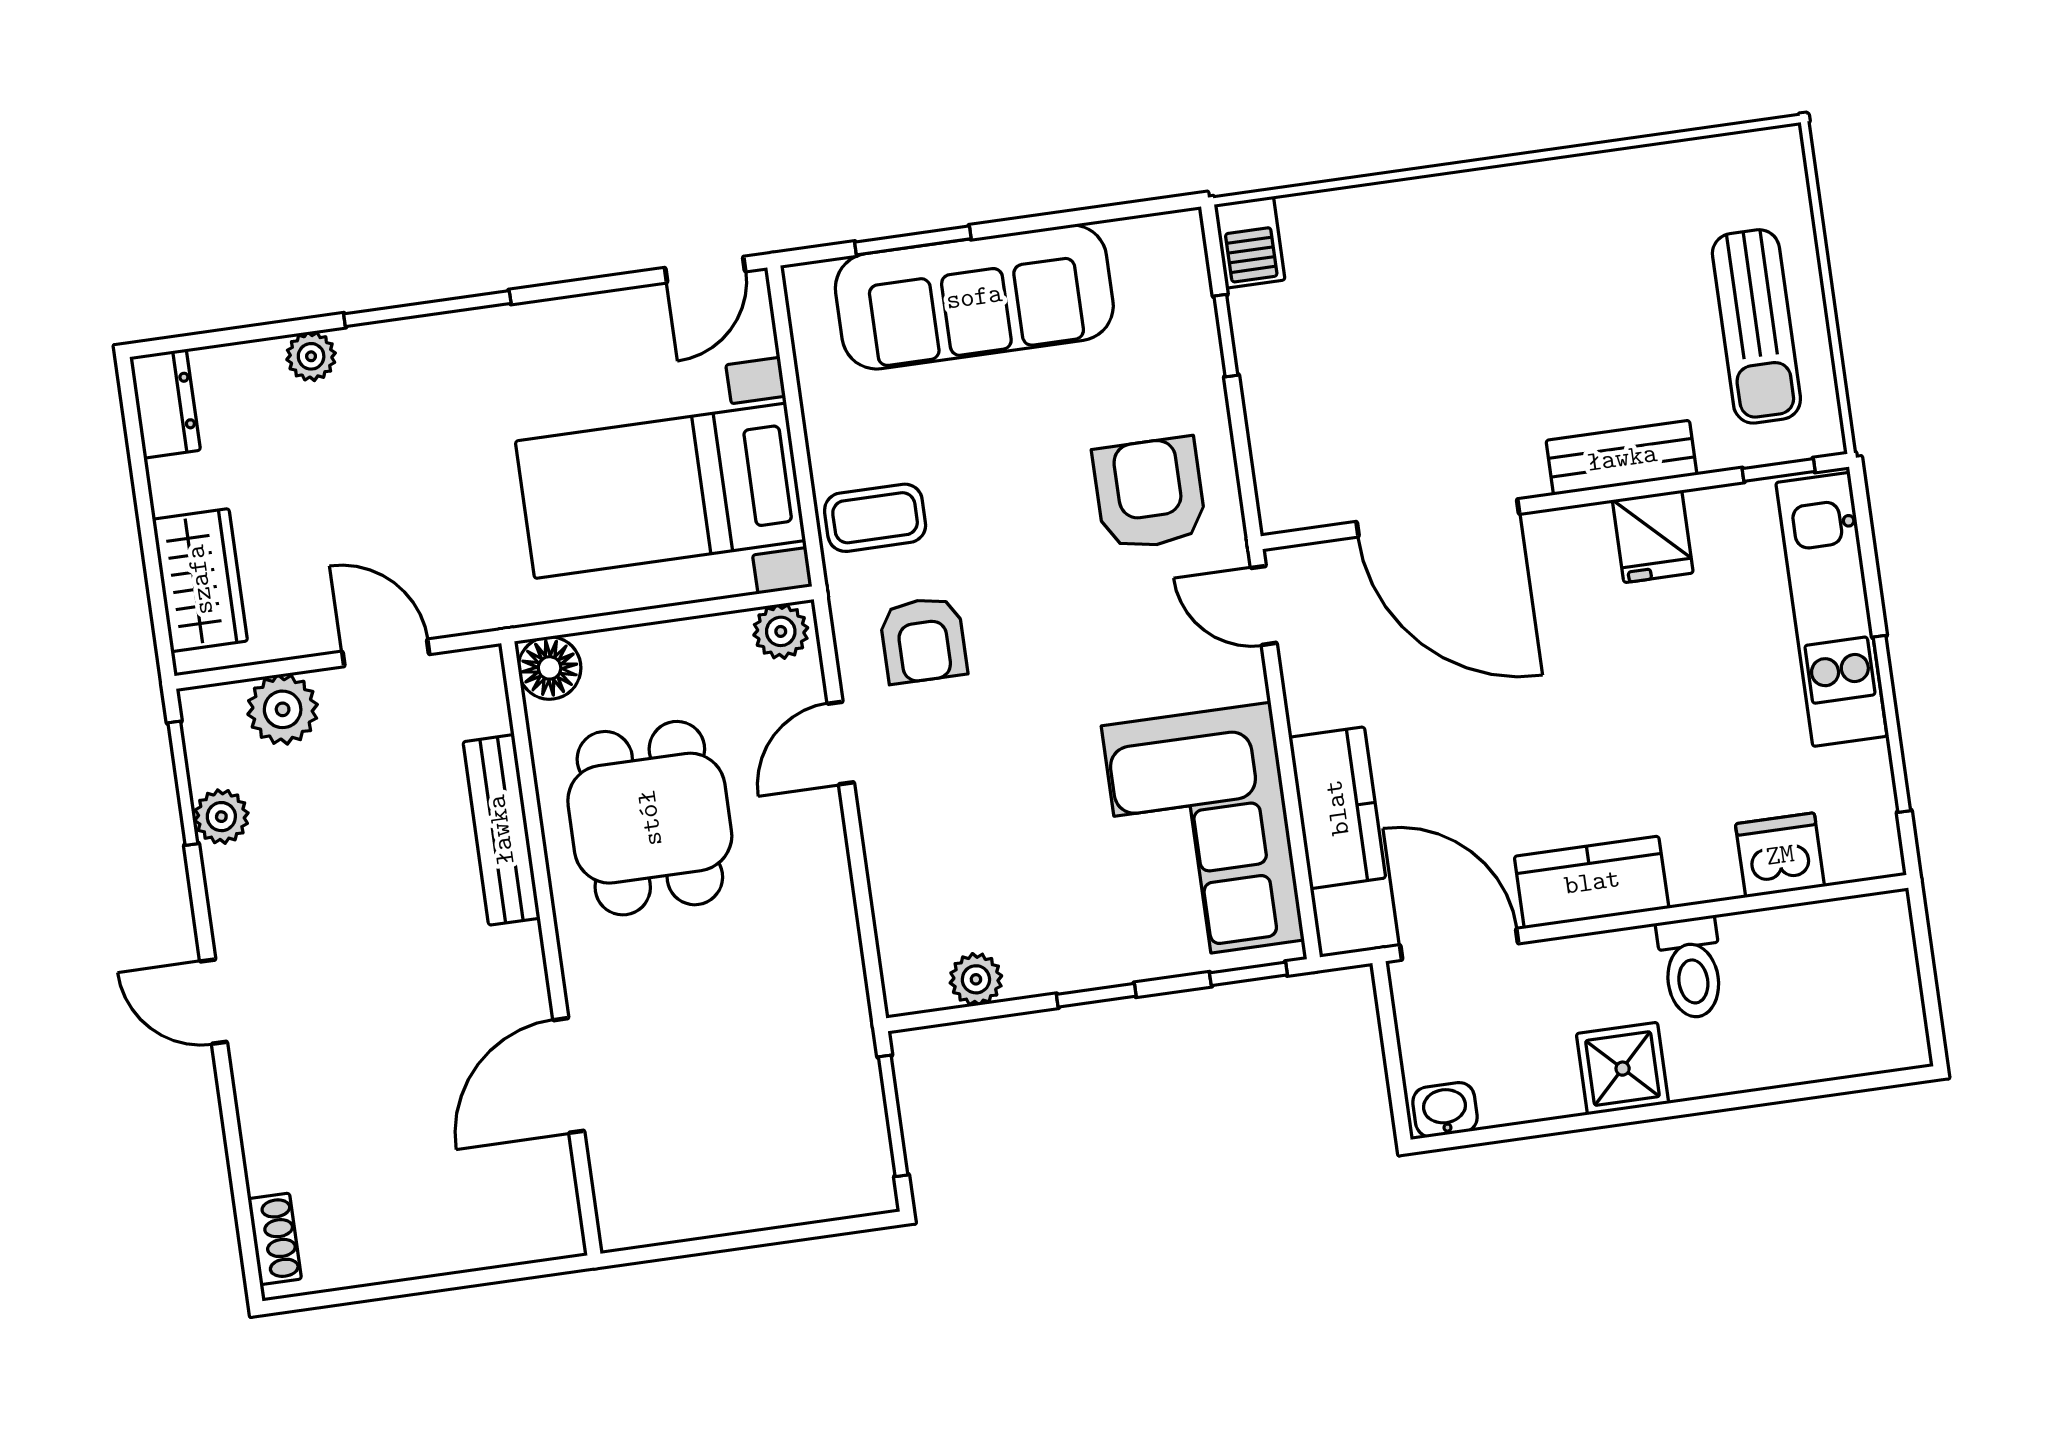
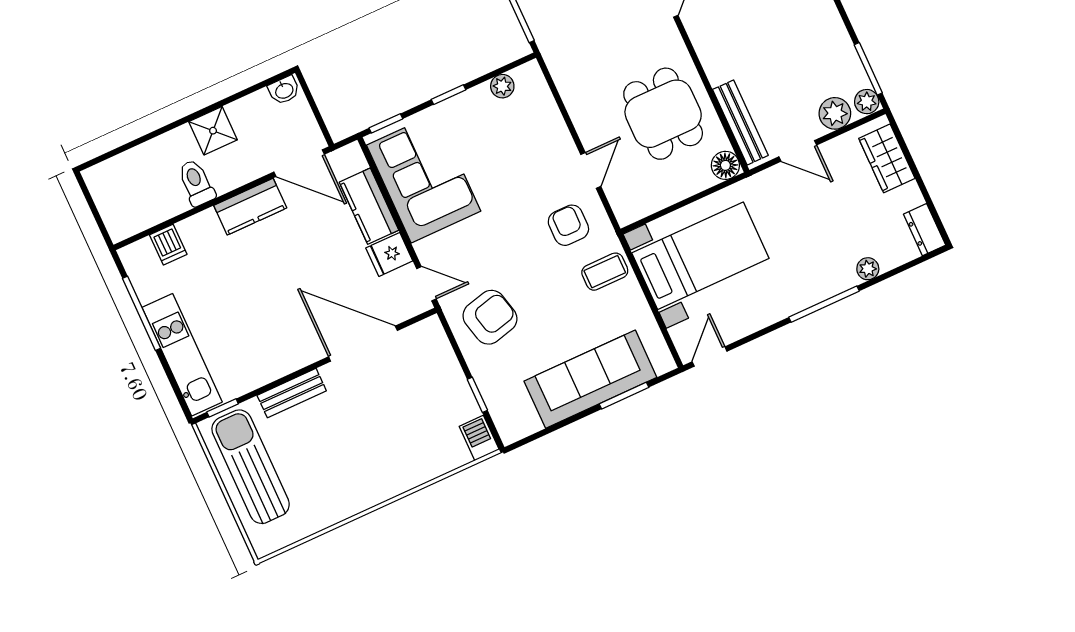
sun lounger: (1756, 326) -> (251, 467), width x1.36, depth x1.34
armchair: (1149, 493) -> (490, 317), turned -104
fridge: (1653, 536) -> (389, 254), moved, turned -90
plant: (781, 631) -> (631, 211), removed
plant: (221, 817) -> (867, 102), moved
bench: (501, 830) -> (740, 122), moved
dishwasher: (1780, 855) -> (168, 245), width x0.73

